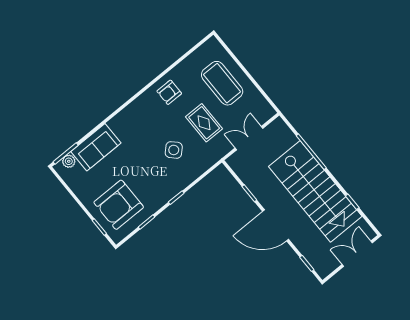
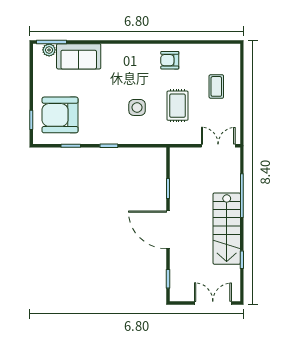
coffee table: (222, 83) -> (216, 86), width x0.54, depth x0.58
double door: (249, 138) -> (218, 146), moved
side table: (174, 150) -> (137, 107), turned 45
stairs: (315, 191) -> (227, 229), width x0.73, depth x0.66

